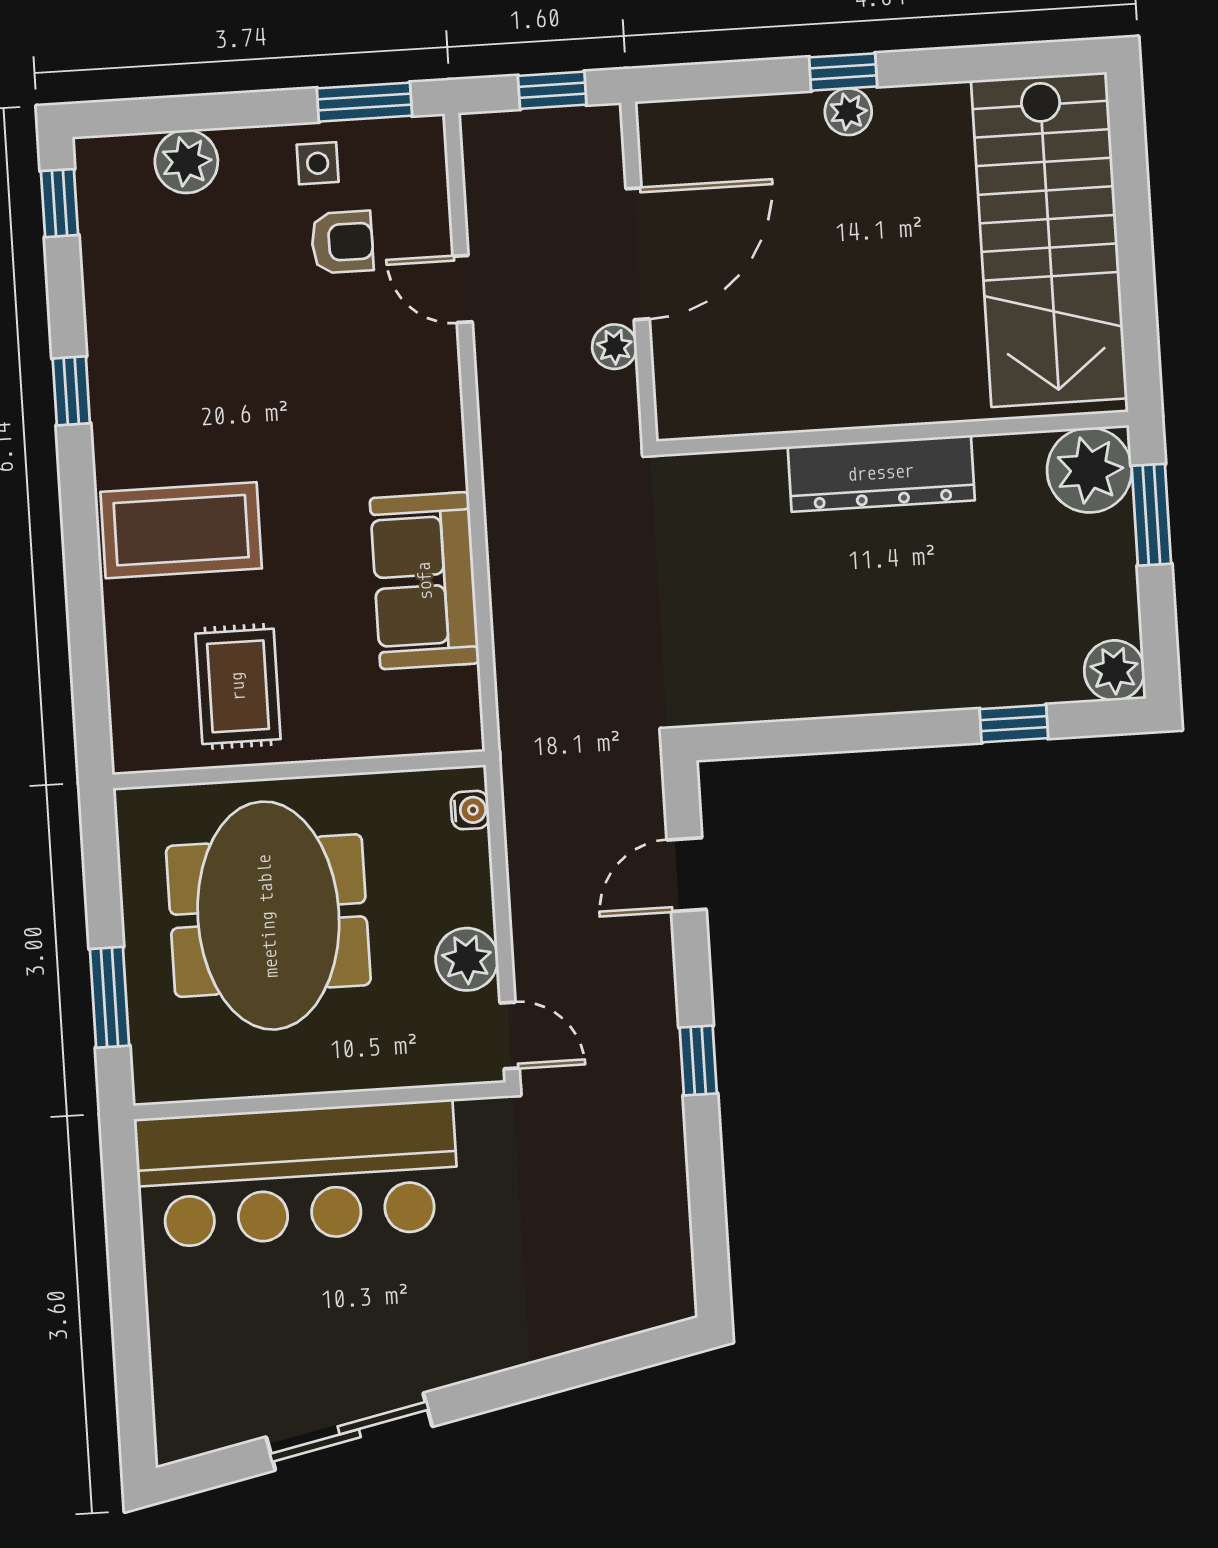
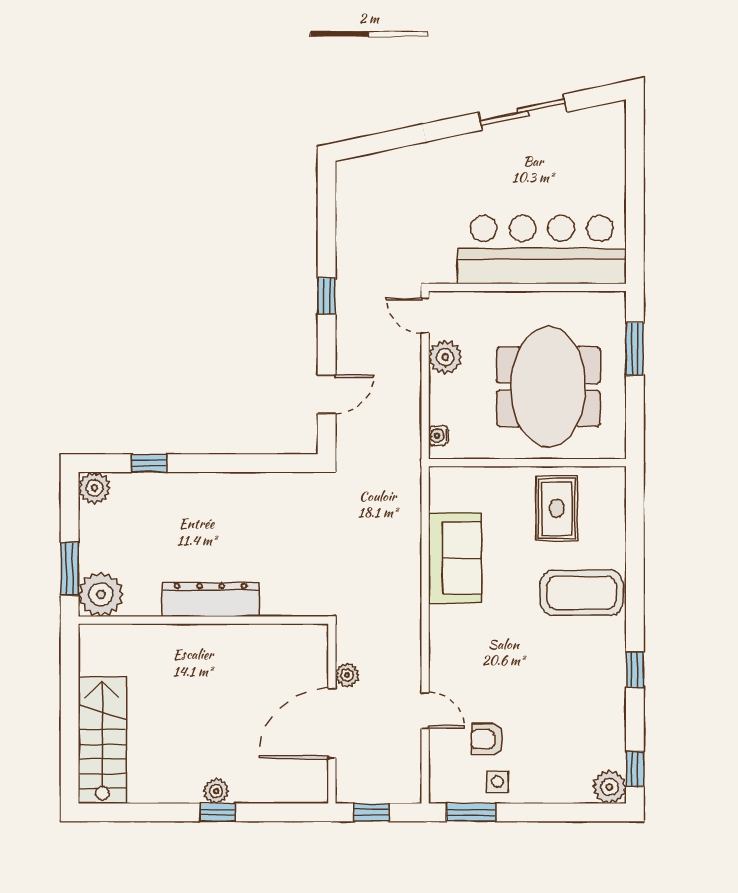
plant: (186, 161) -> (609, 787), moved
stairs: (1049, 239) -> (102, 740), width x0.73, depth x0.66

